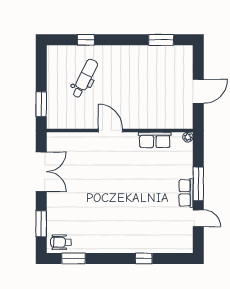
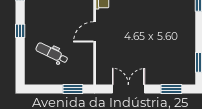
window: (86, 40) -> (20, 31), moved
wheelchair: (61, 242) -> (187, 73), removed

